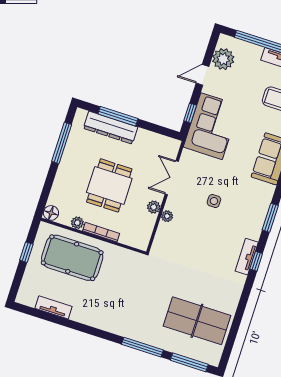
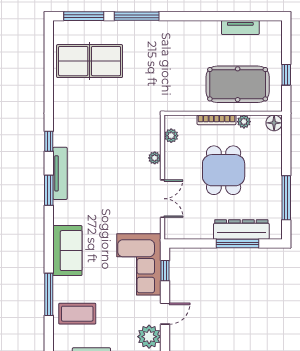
side table: (214, 201) -> (112, 189), removed
plant: (154, 207) -> (171, 136), moved
tv unit: (247, 257) -> (60, 173), moved, width x1.41

